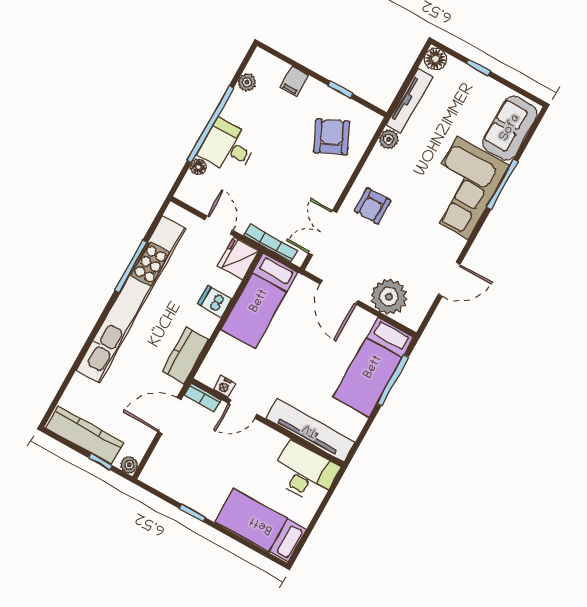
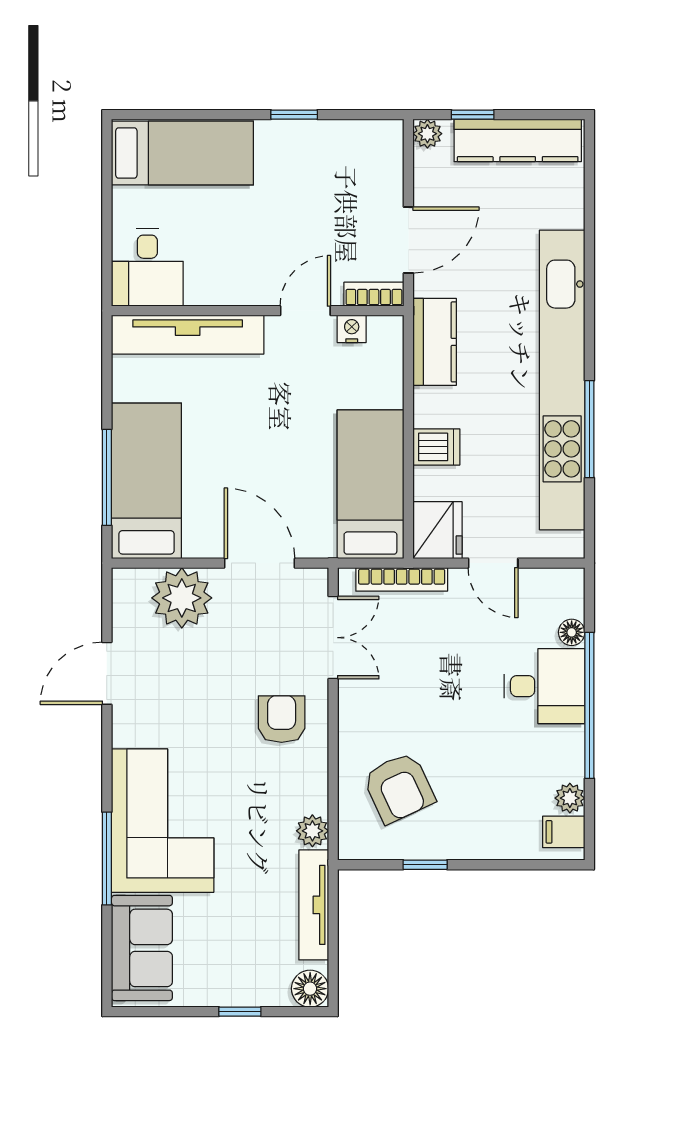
filing cabinet: (294, 81) -> (564, 832), moved, turned -90
desk: (305, 473) -> (147, 268), width x0.73

